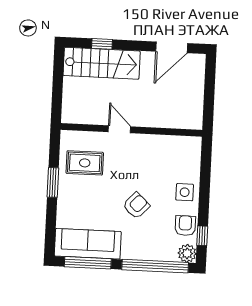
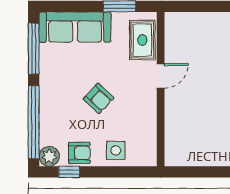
door: (119, 129) -> (161, 76), moved
wall: (131, 130) -> (161, 89), moved
sofa: (88, 244) -> (75, 27), moved, turned 90

